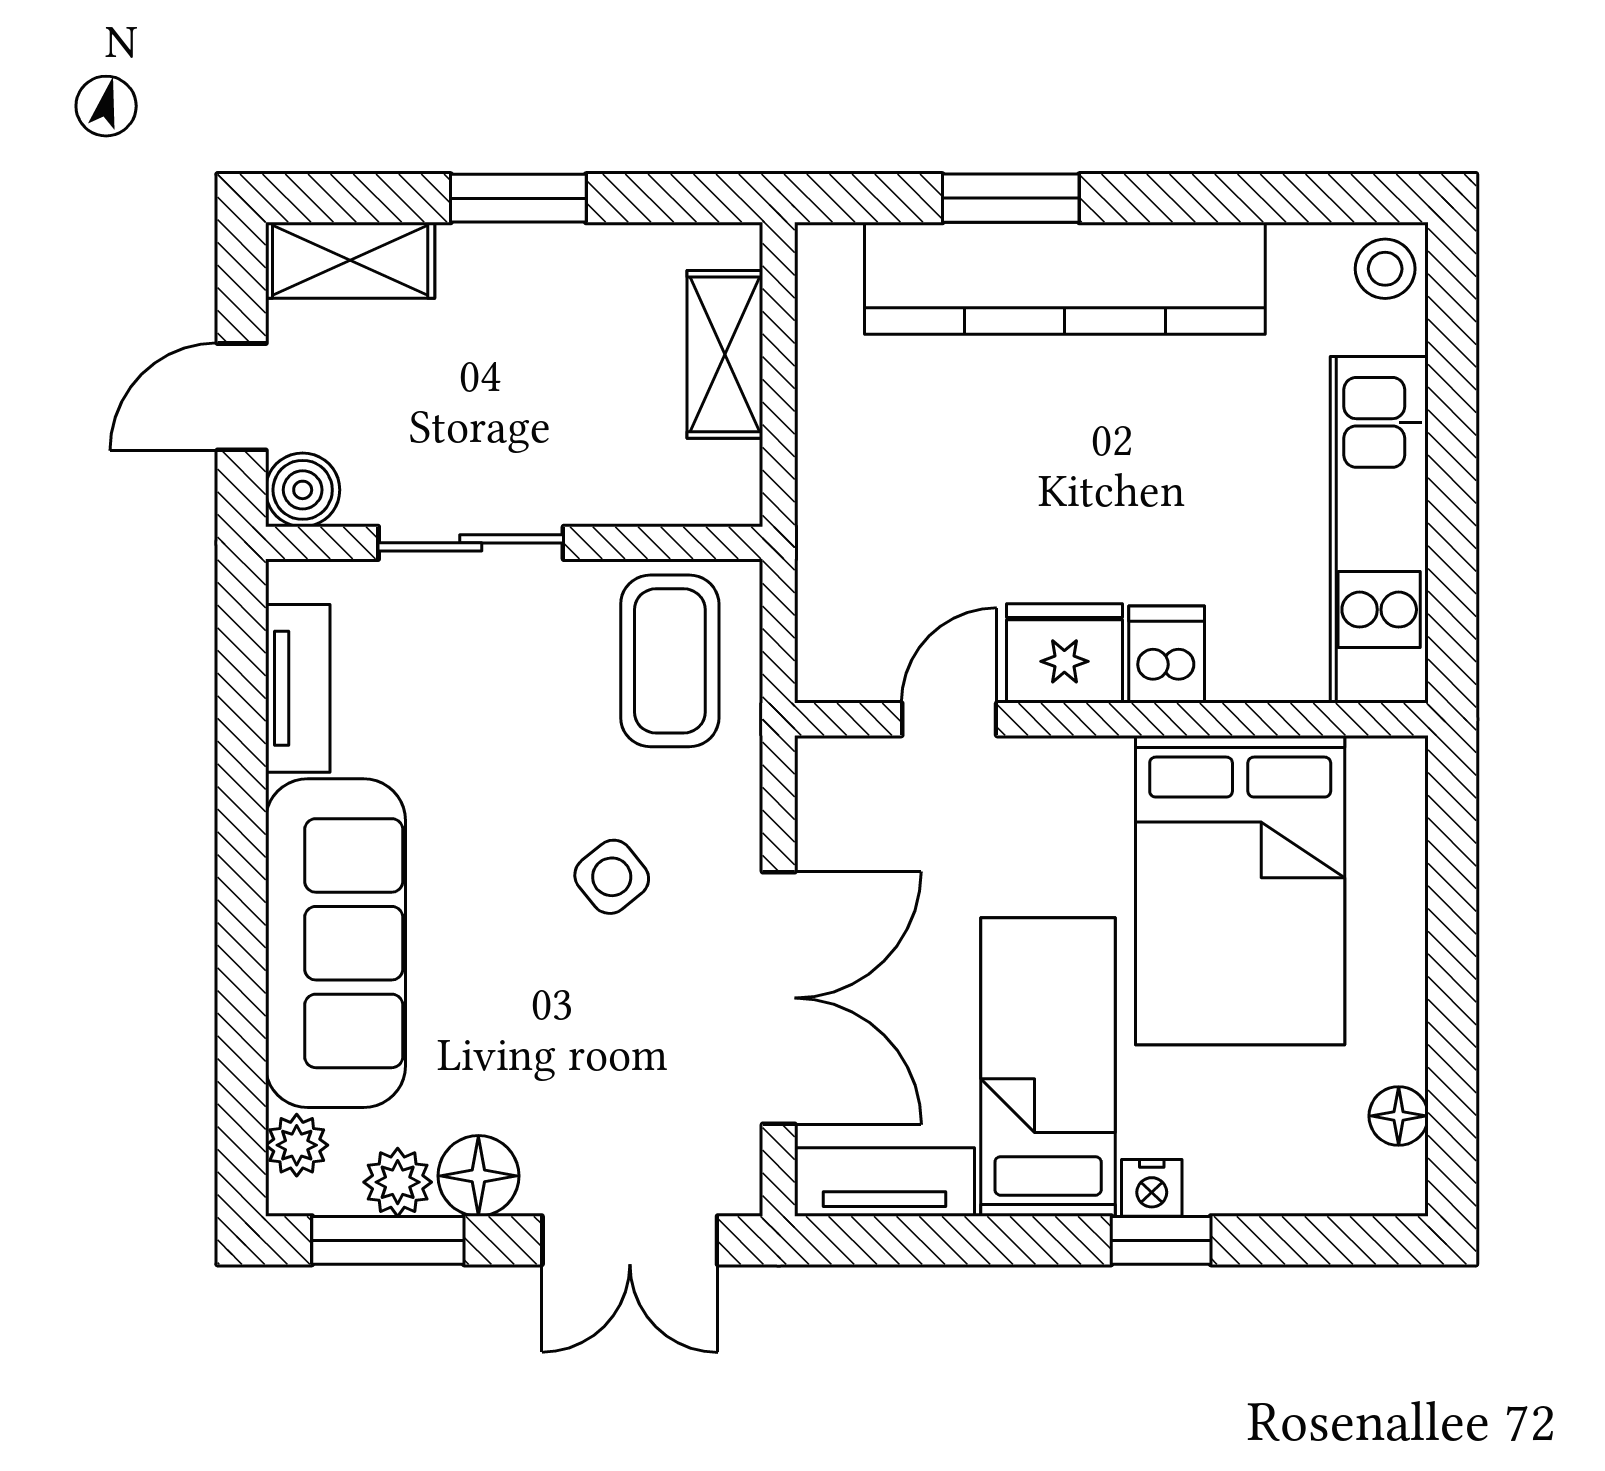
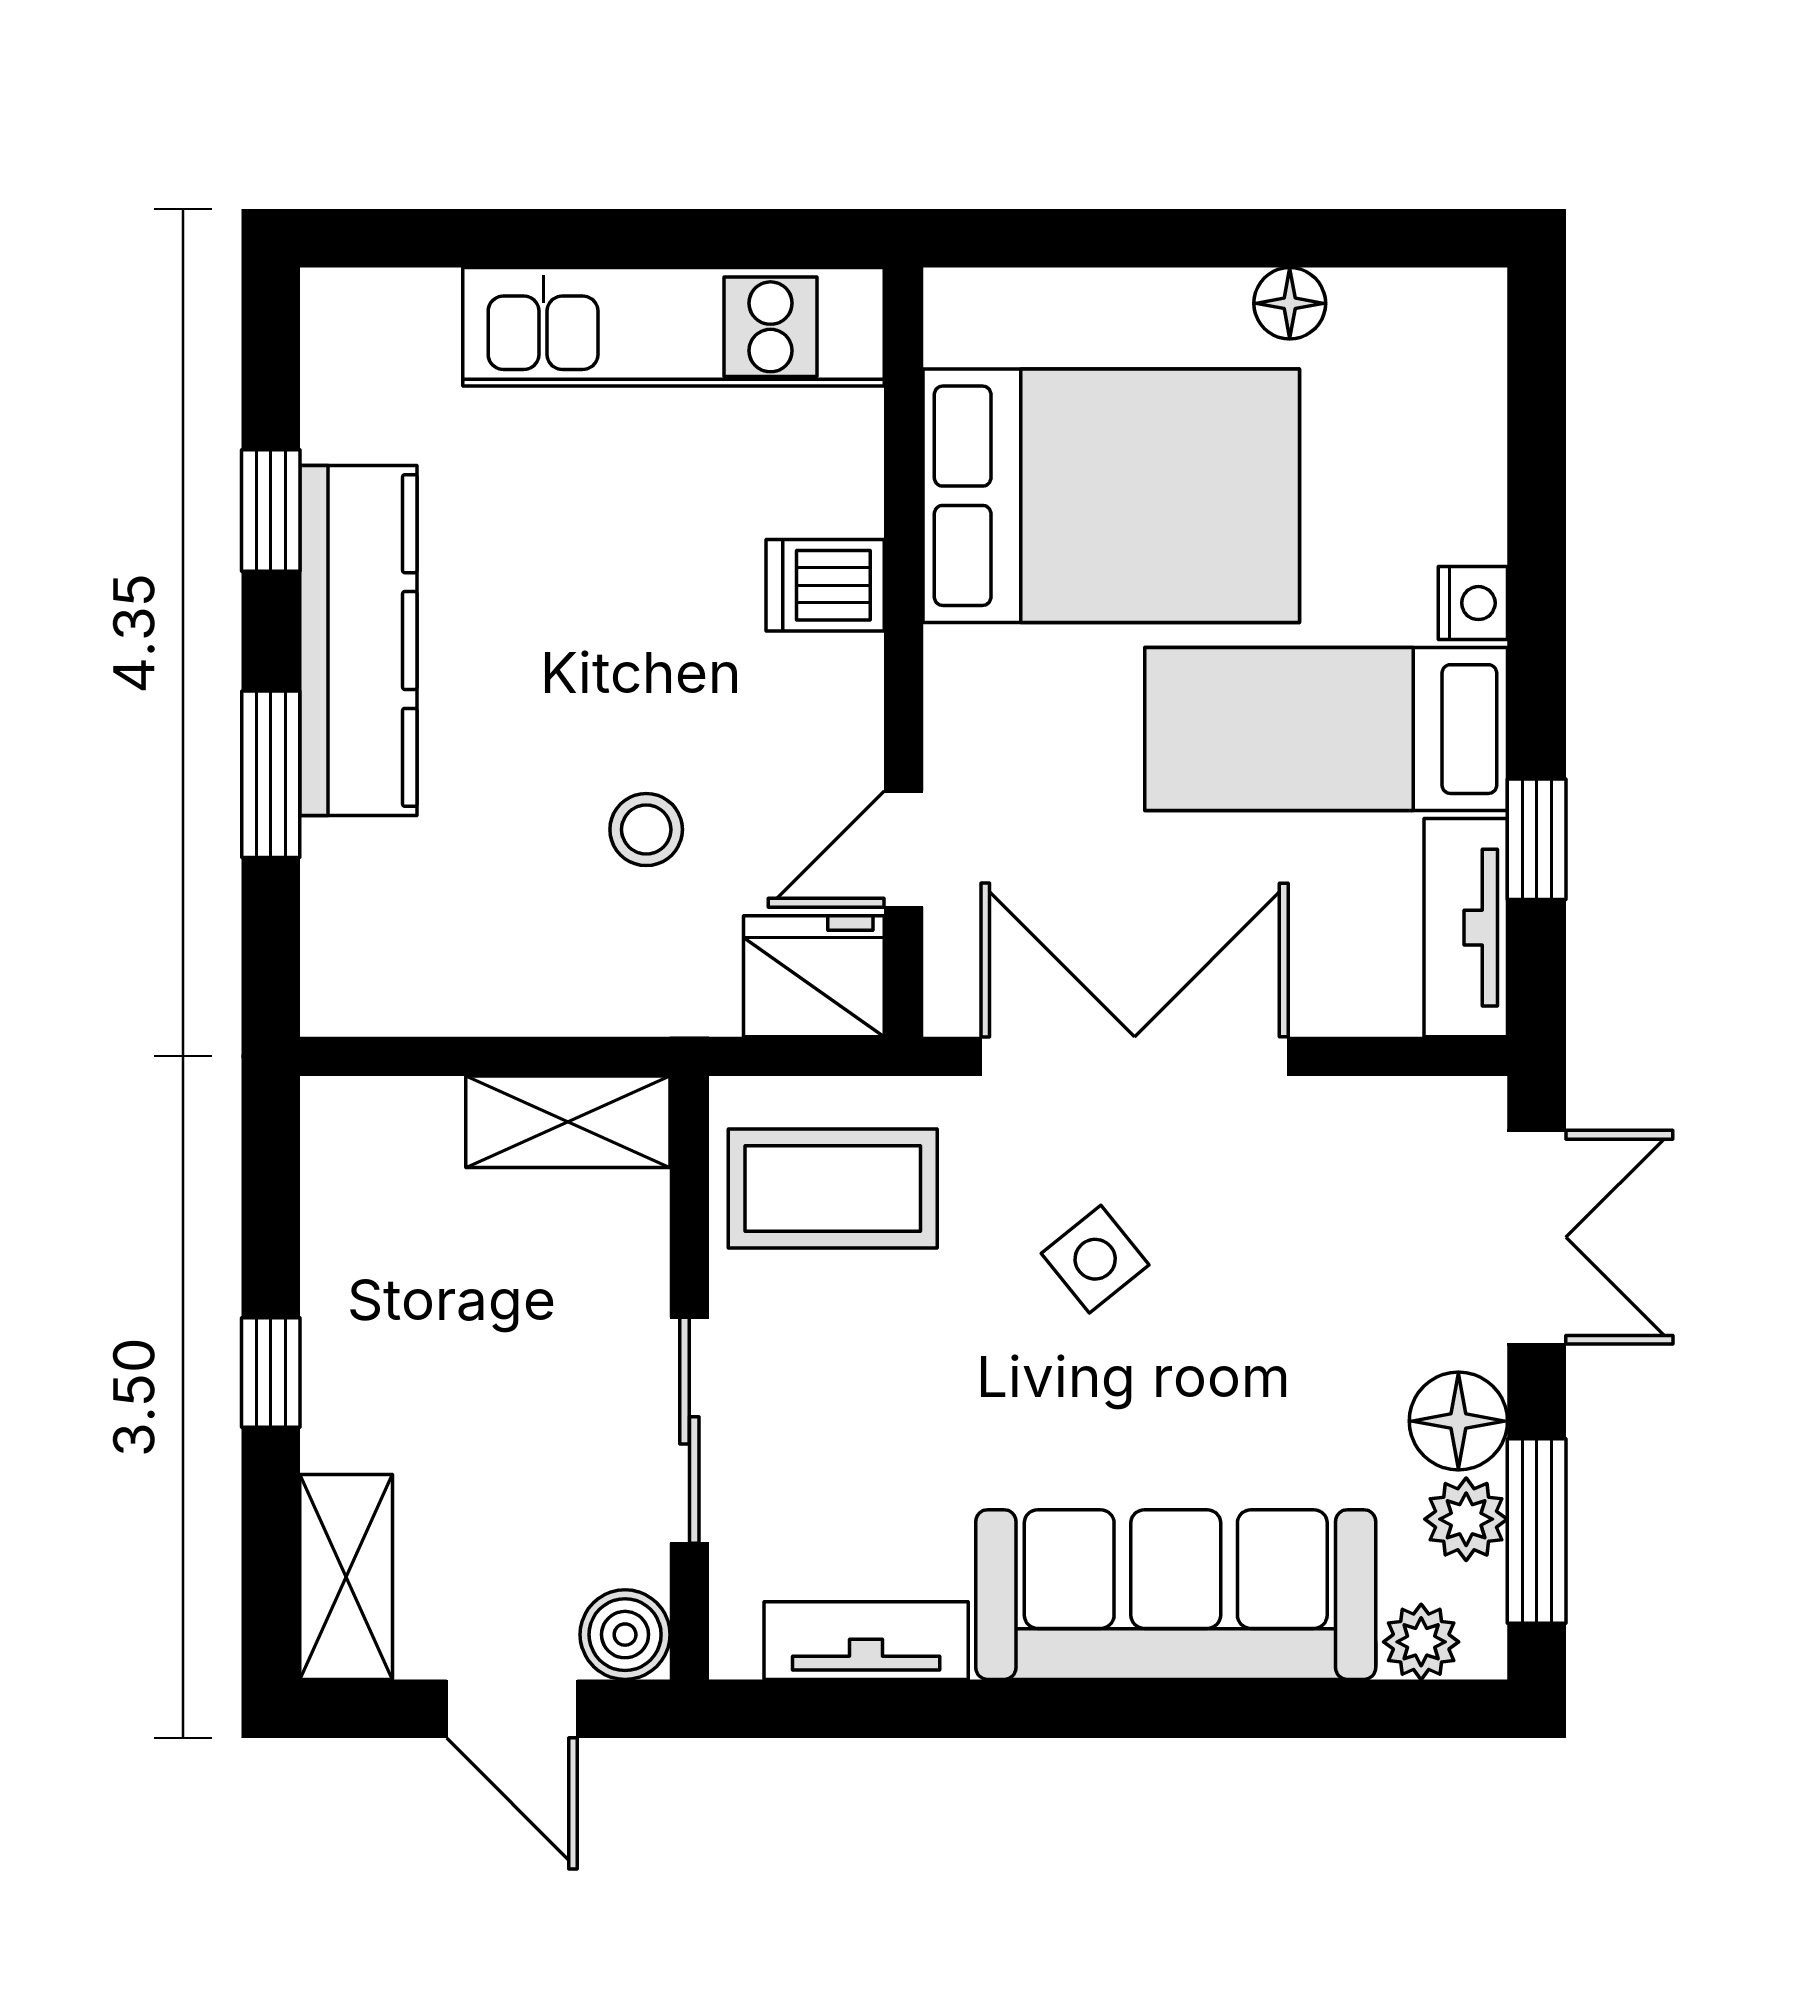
window: (518, 198) -> (271, 1373), width x0.67
window: (1228, 198) -> (271, 510), added
stool: (1385, 269) -> (646, 830), moved
kitchen counter: (1065, 278) -> (358, 641), width x0.72, depth x0.86
shelving: (725, 354) -> (568, 1122), moved
fridge: (1064, 653) -> (814, 976), moved, turned 90
door: (949, 719) -> (904, 849), hinge flipped
double door: (779, 998) -> (1135, 1056), moved
floor lamp: (1399, 1116) -> (1290, 303), moved
window: (1161, 1240) -> (1537, 839), moved

